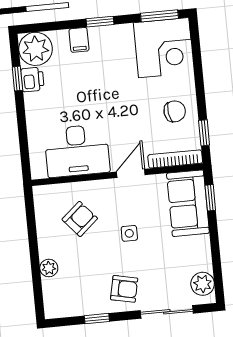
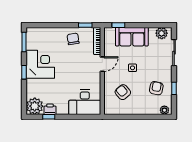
filing cabinet: (79, 40) -> (32, 84), removed
corner desk: (164, 48) -> (40, 64), moved
desk: (77, 151) -> (85, 102), moved, turned 90
door: (131, 173) -> (102, 64), swing flipped
sofa: (188, 203) -> (132, 37), moved
plant: (49, 268) -> (164, 110), moved
armchair: (124, 289) -> (156, 88), moved

